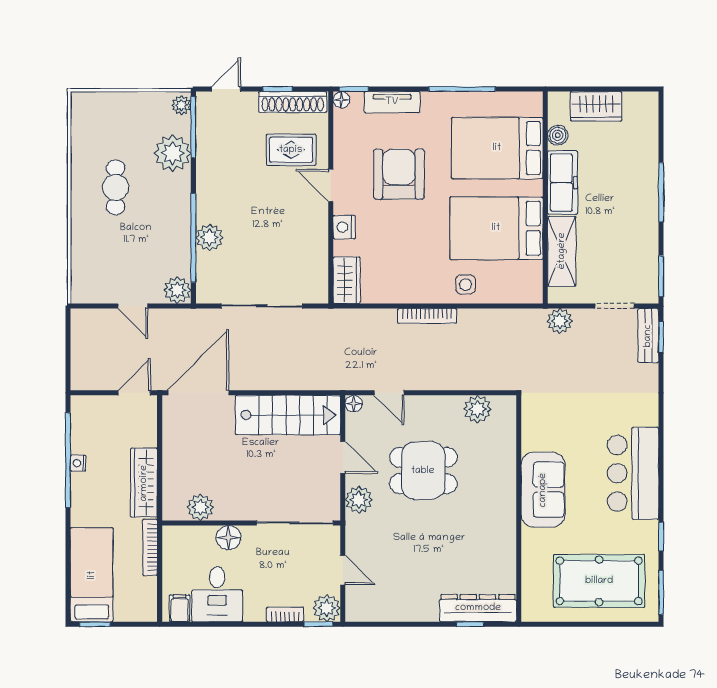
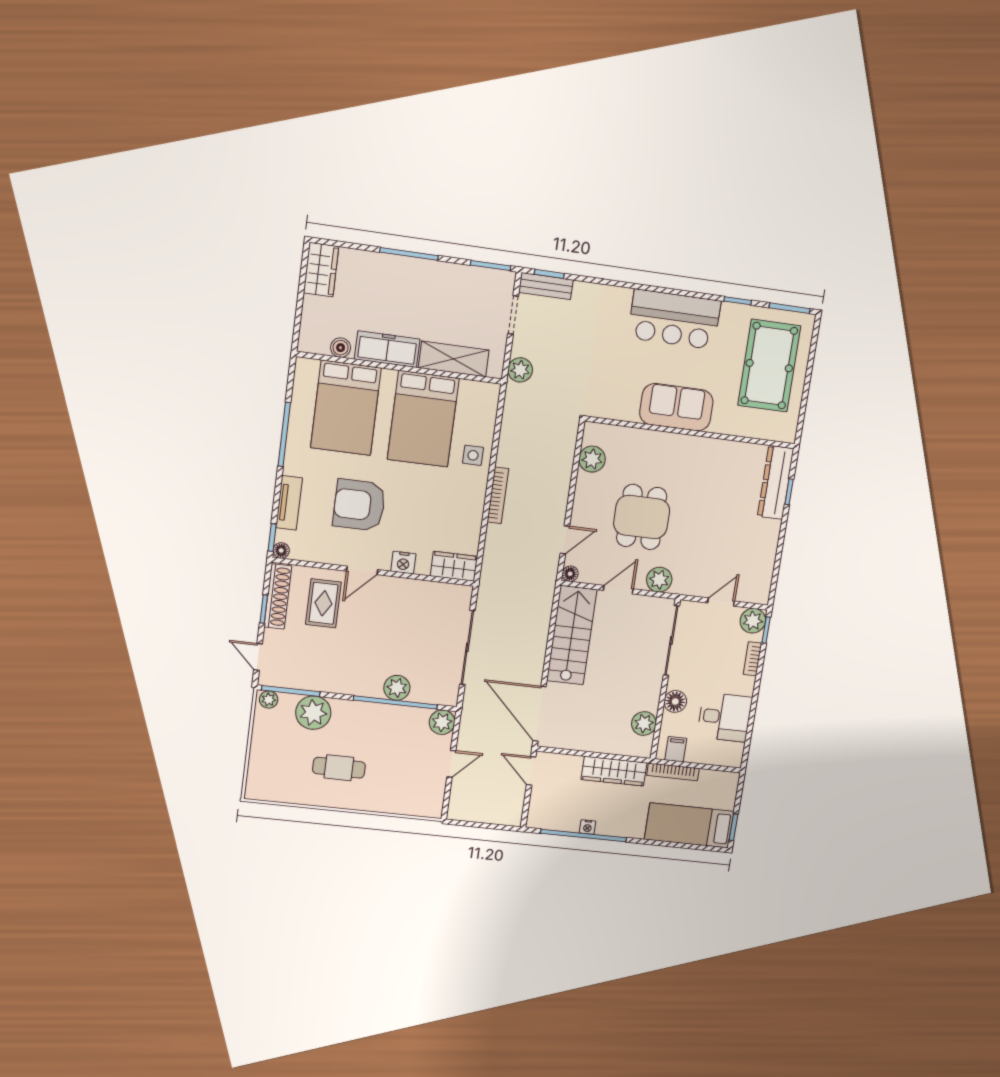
wardrobe: (596, 106) -> (321, 270), moved
filing cabinet: (180, 608) -> (676, 749), moved, turned 90

